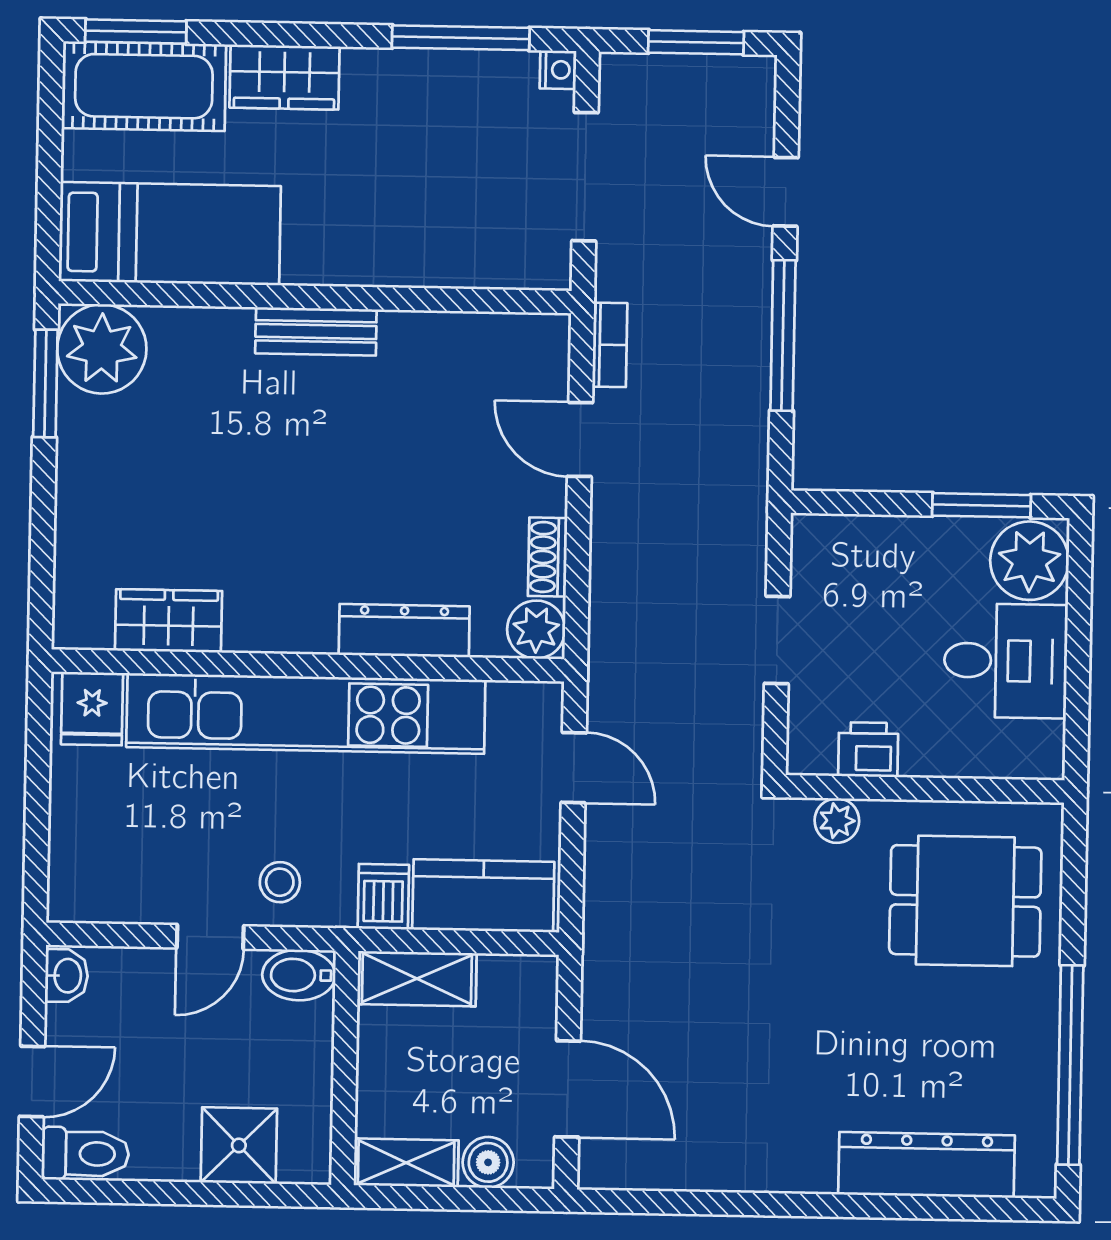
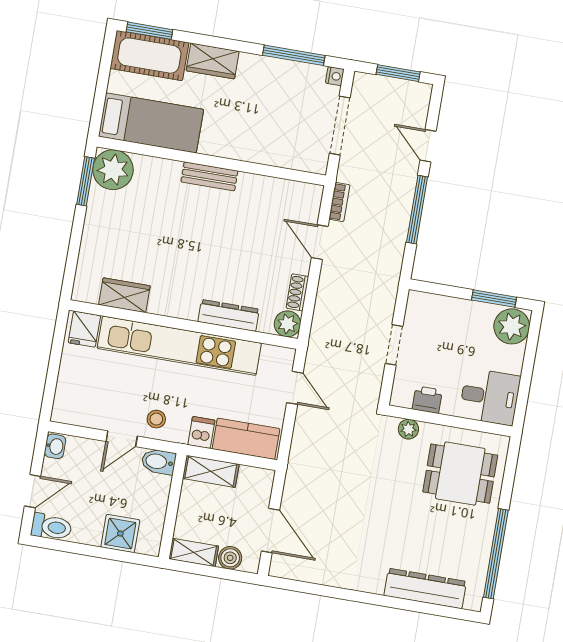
desk: (1006, 661) -> (490, 397), moved

